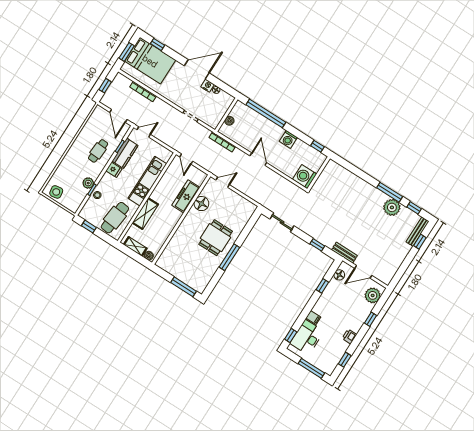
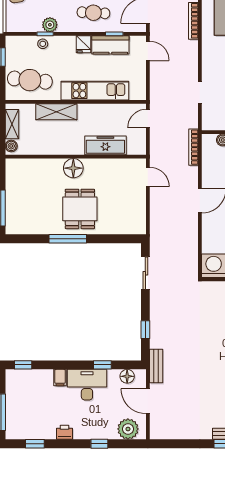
floor lamp: (201, 204) -> (73, 168), moved
dining table: (216, 238) -> (80, 209), turned 90
desk: (307, 337) -> (87, 385), moved

